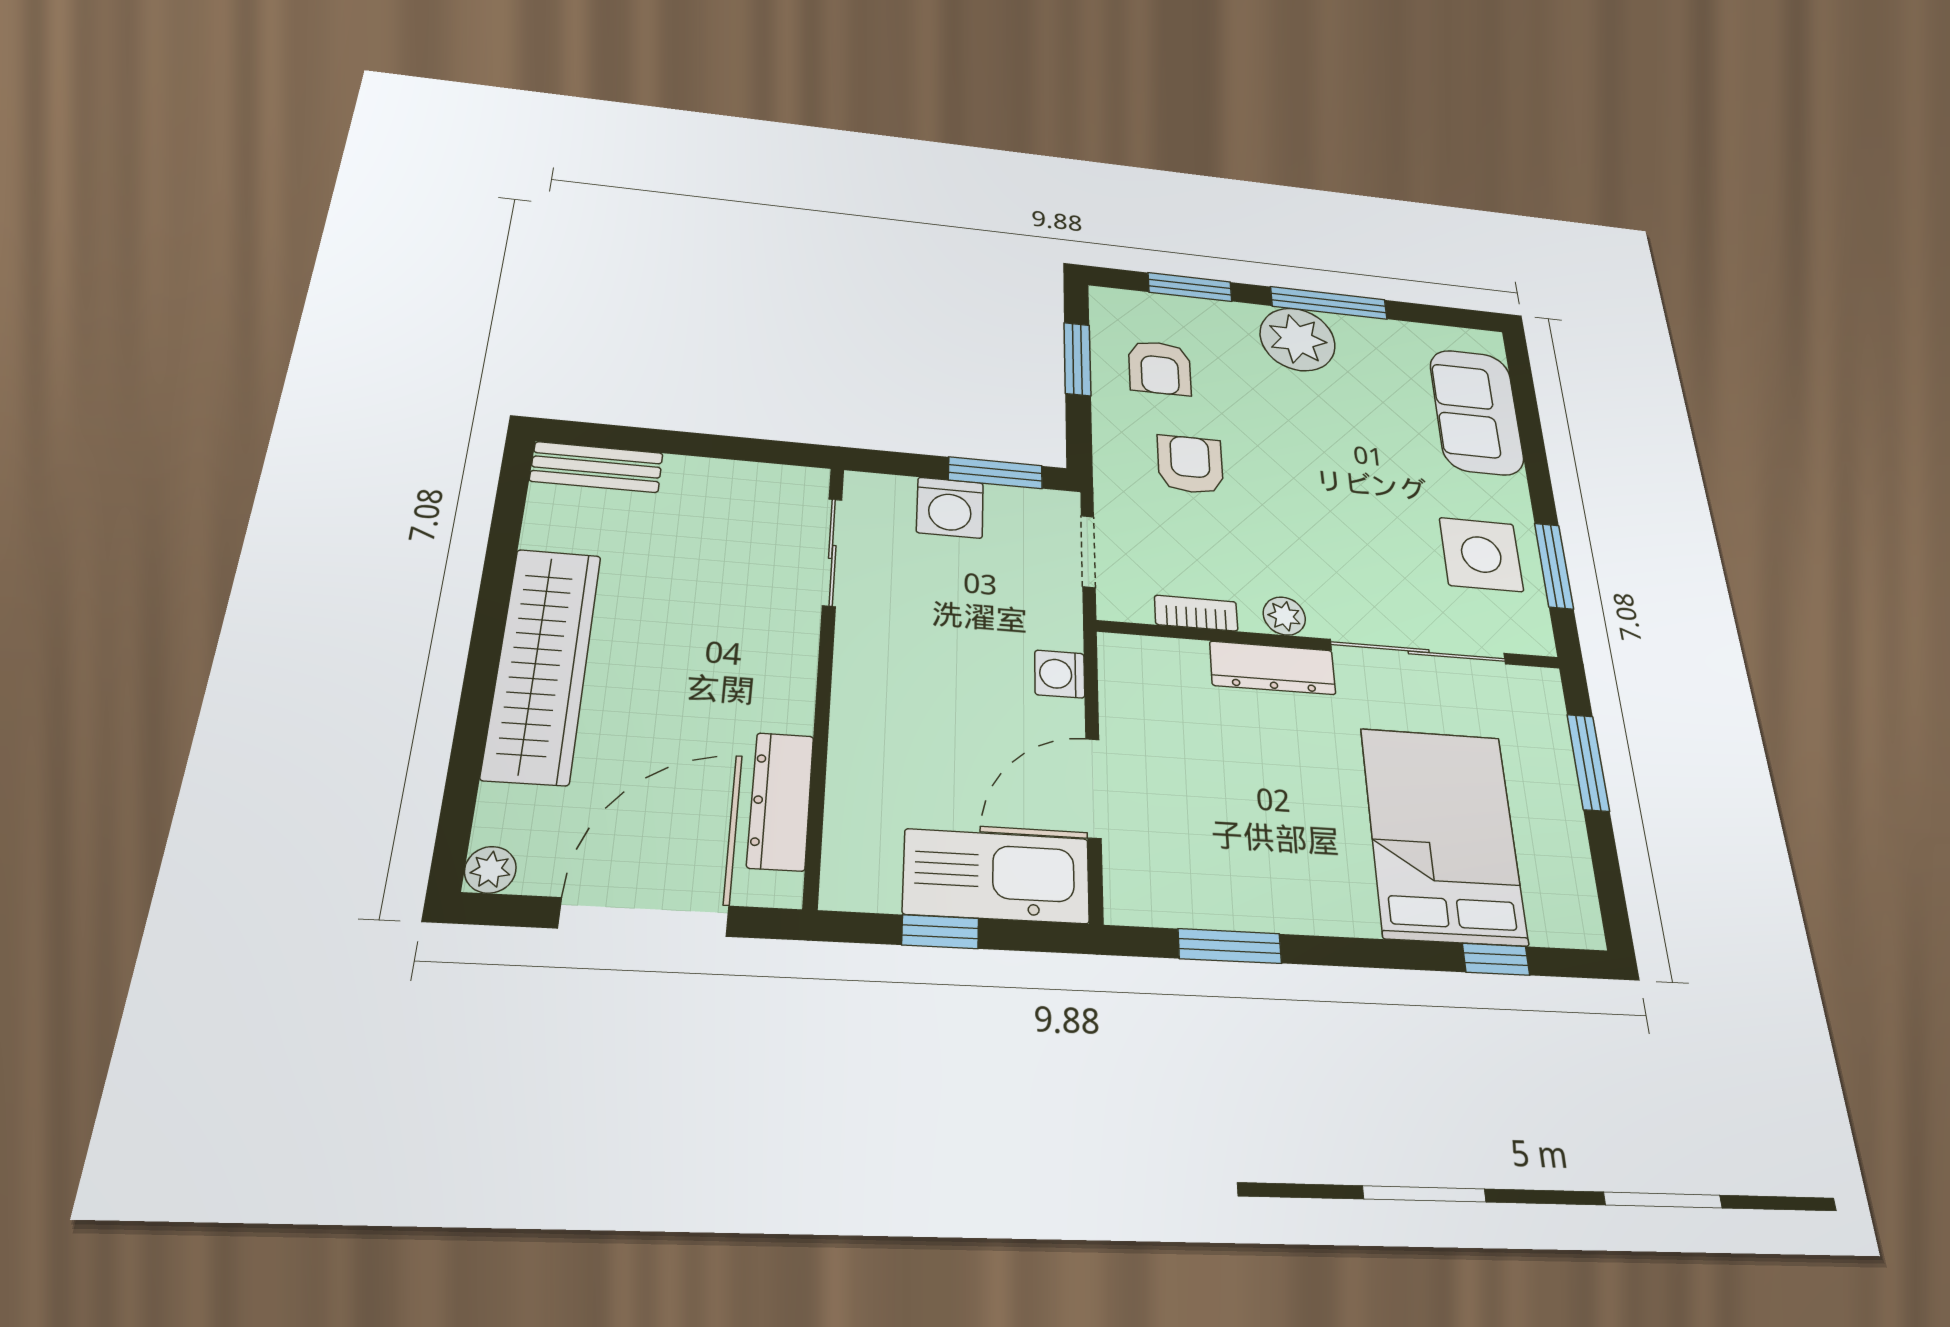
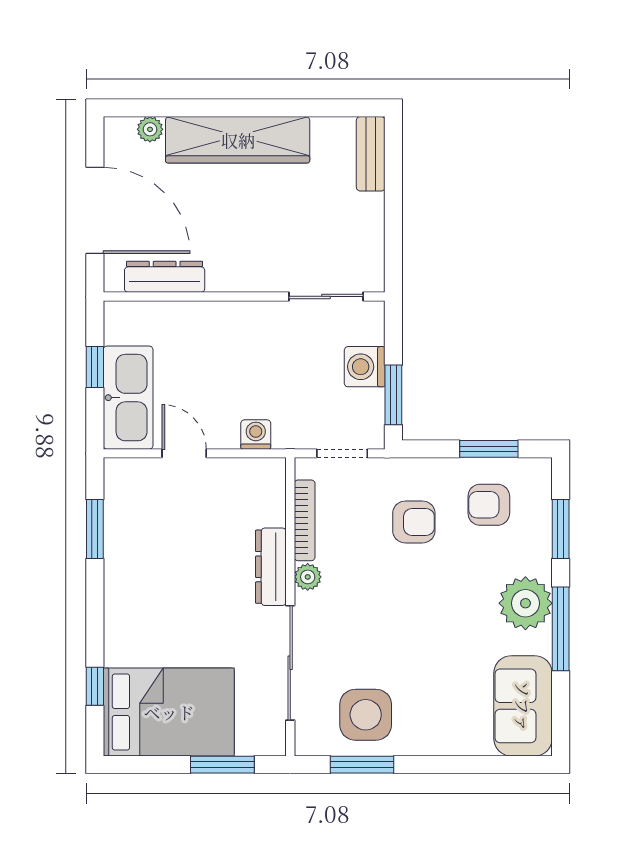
sofa: (1477, 412) -> (523, 706), moved, turned -90
bookcase: (1196, 613) -> (305, 520), width x1.56
door: (1093, 788) -> (184, 453), width x0.73
bed: (1443, 835) -> (169, 712), moved
plant: (490, 870) -> (150, 129), moved

